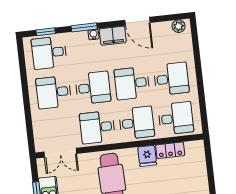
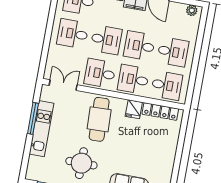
desk: (137, 123) -> (133, 79), turned 180
locker: (170, 150) -> (160, 111), width x1.53
double door: (60, 153) -> (63, 85), swing flipped

